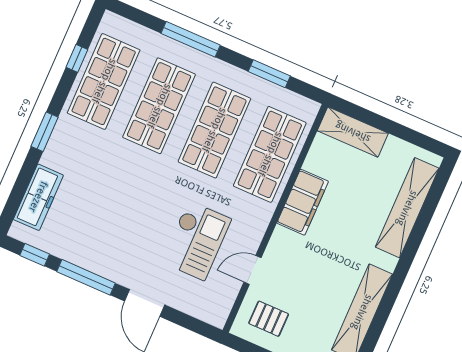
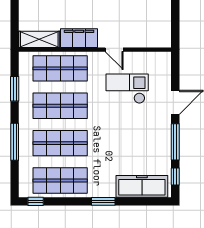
window: (77, 58) -> (36, 201), moved
shelving: (353, 132) -> (39, 39), moved, turned 90
freezer: (38, 197) -> (142, 186), width x1.36, depth x1.26
door: (252, 270) -> (114, 50), moved
pallet: (269, 319) -> (153, 28), removed

